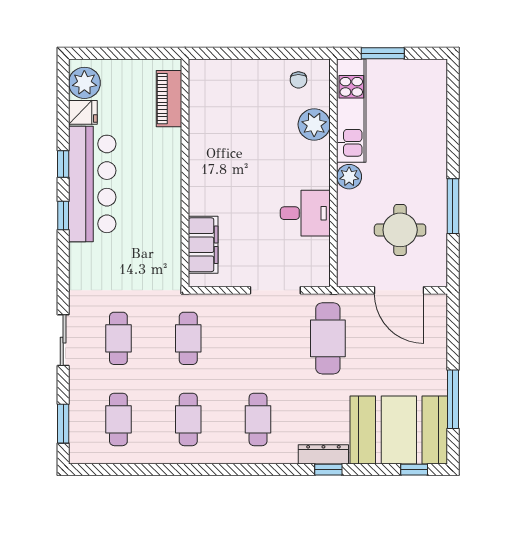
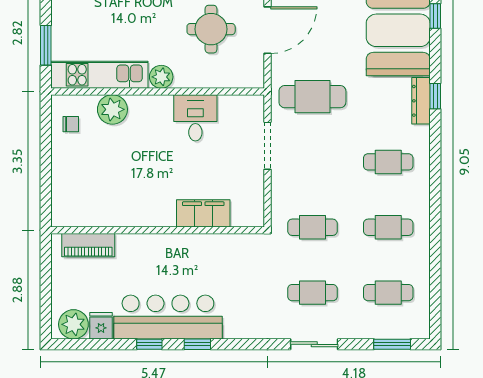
filing cabinet: (203, 245) -> (203, 213), moved

